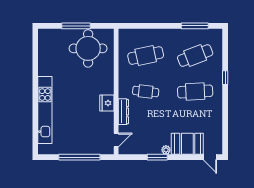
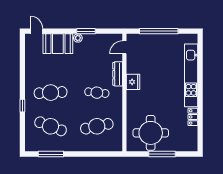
cafe table: (195, 56) -> (51, 126), turned 42
locker: (43, 66) -> (193, 117), added

